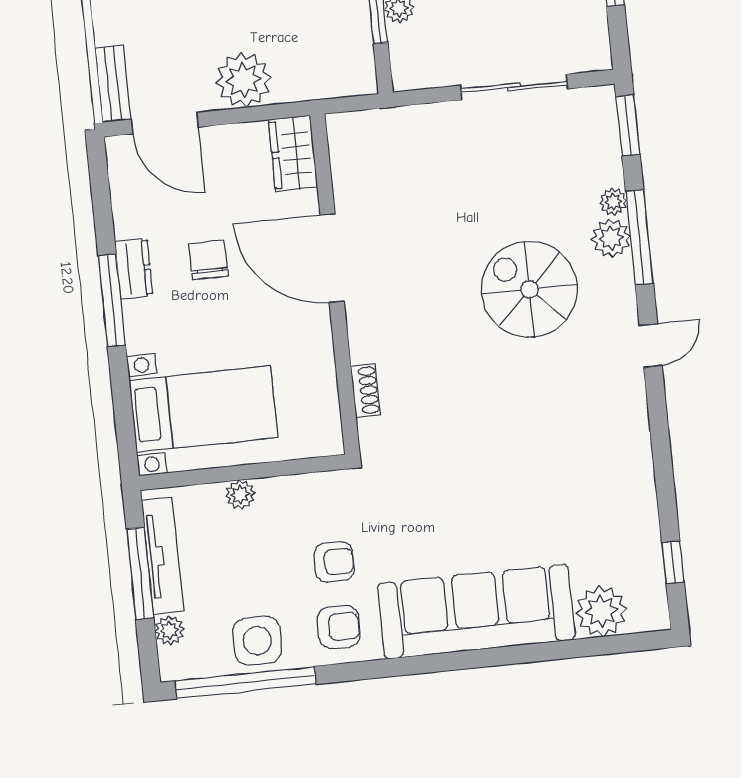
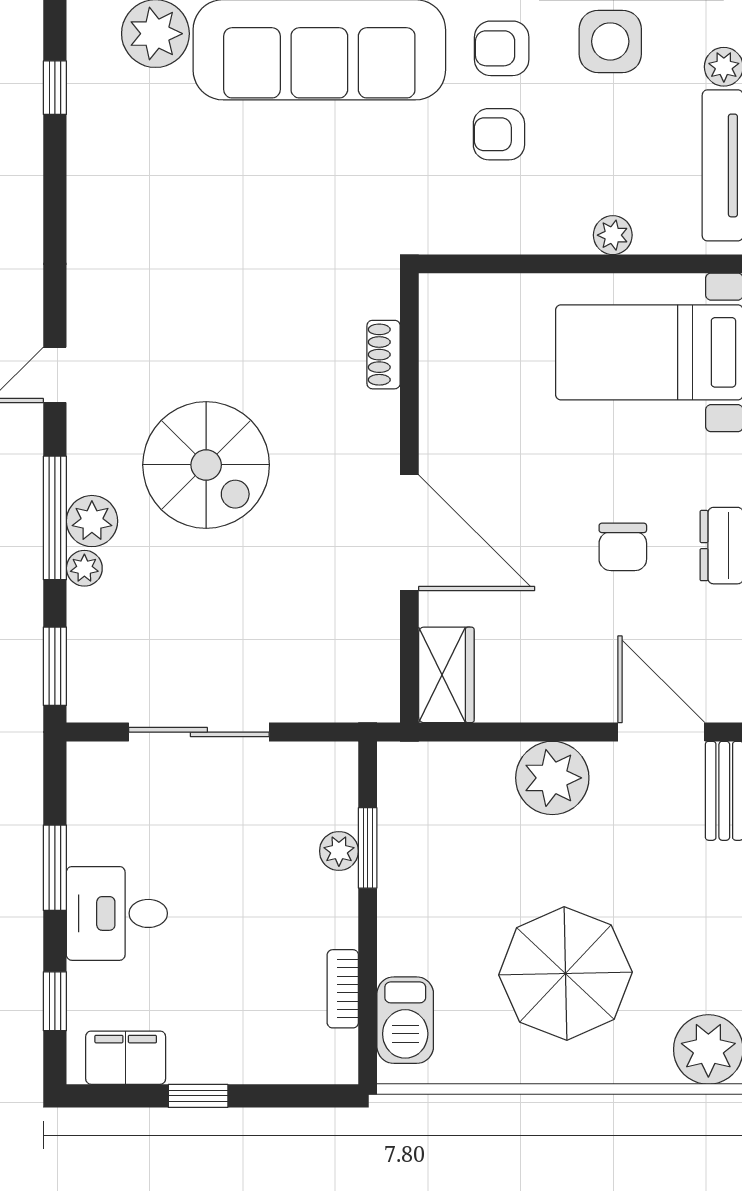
wardrobe: (293, 153) -> (446, 675), moved
door: (332, 258) -> (409, 533), moved
wall: (335, 284) -> (409, 498), moved
shoe rack: (365, 390) -> (384, 355), moved

